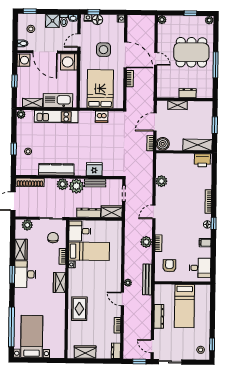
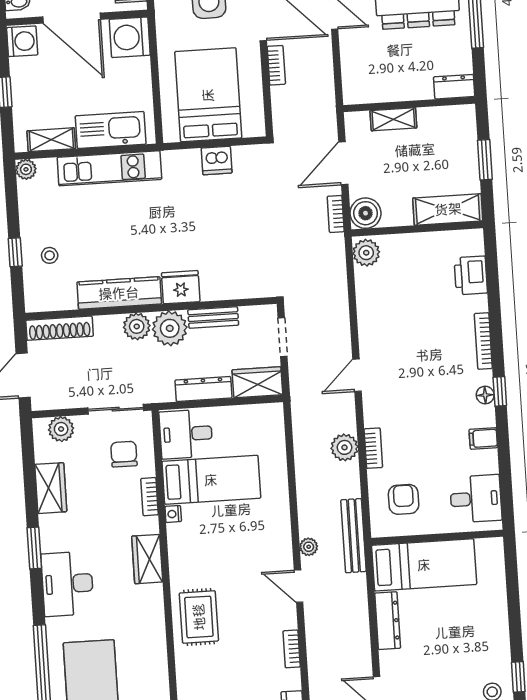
dresser: (188, 93) -> (454, 87), moved
printer: (202, 160) -> (471, 275), moved, turned 90
fridge: (94, 169) -> (181, 287), moved
plant: (161, 181) -> (366, 253), moved
desk: (25, 274) -> (67, 584), moved
bed: (184, 306) -> (424, 565), moved, turned -90

